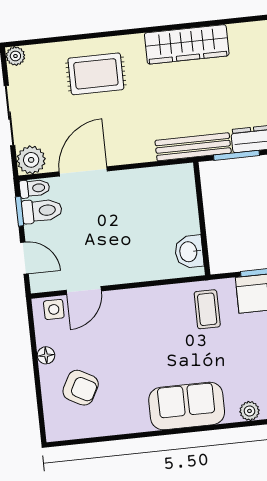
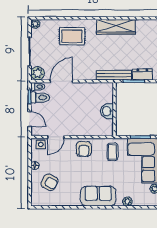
washbasin: (189, 252) -> (107, 111), moved
armchair: (146, 310) -> (84, 149), added

